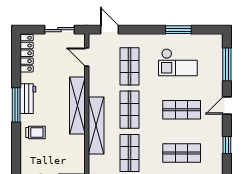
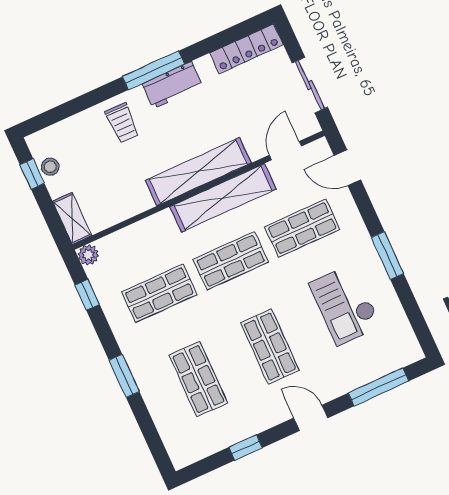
door: (110, 30) -> (347, 168), swing flipped
window: (178, 30) -> (387, 256), moved
shelving: (96, 125) -> (223, 198), moved

